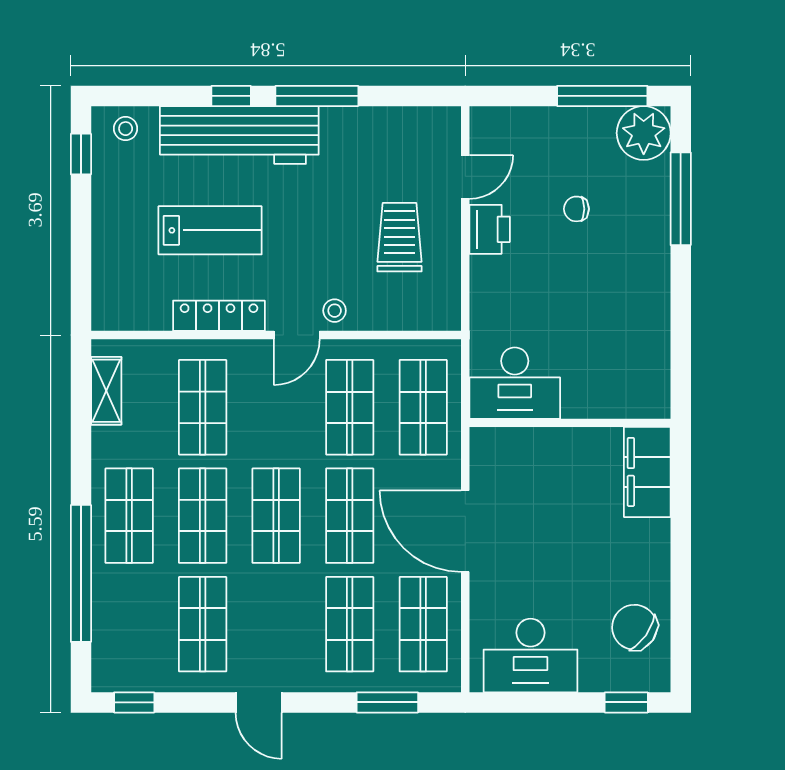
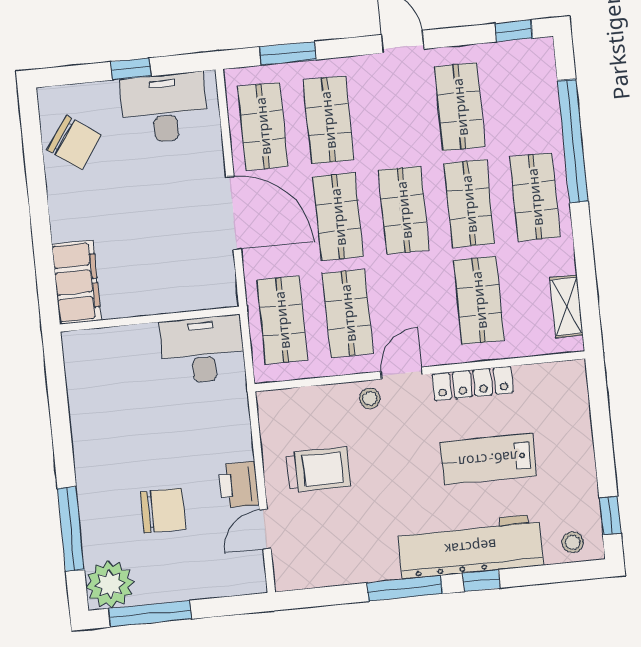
chair: (576, 209) -> (163, 511), width x1.87, depth x1.87
trolley: (400, 237) -> (318, 470), turned -90
window: (626, 702) -> (131, 69), moved

